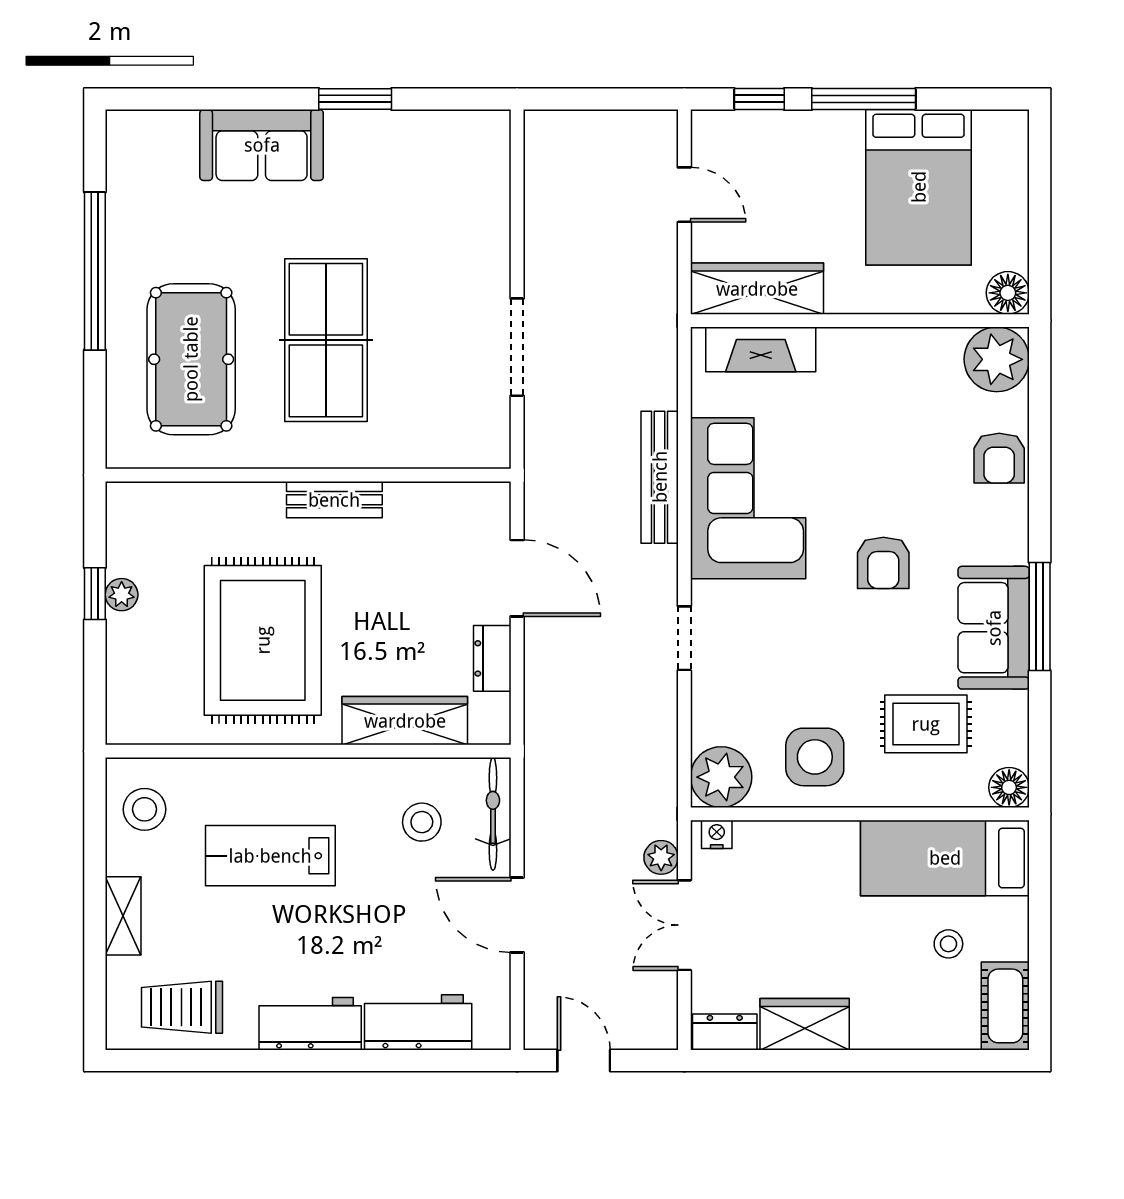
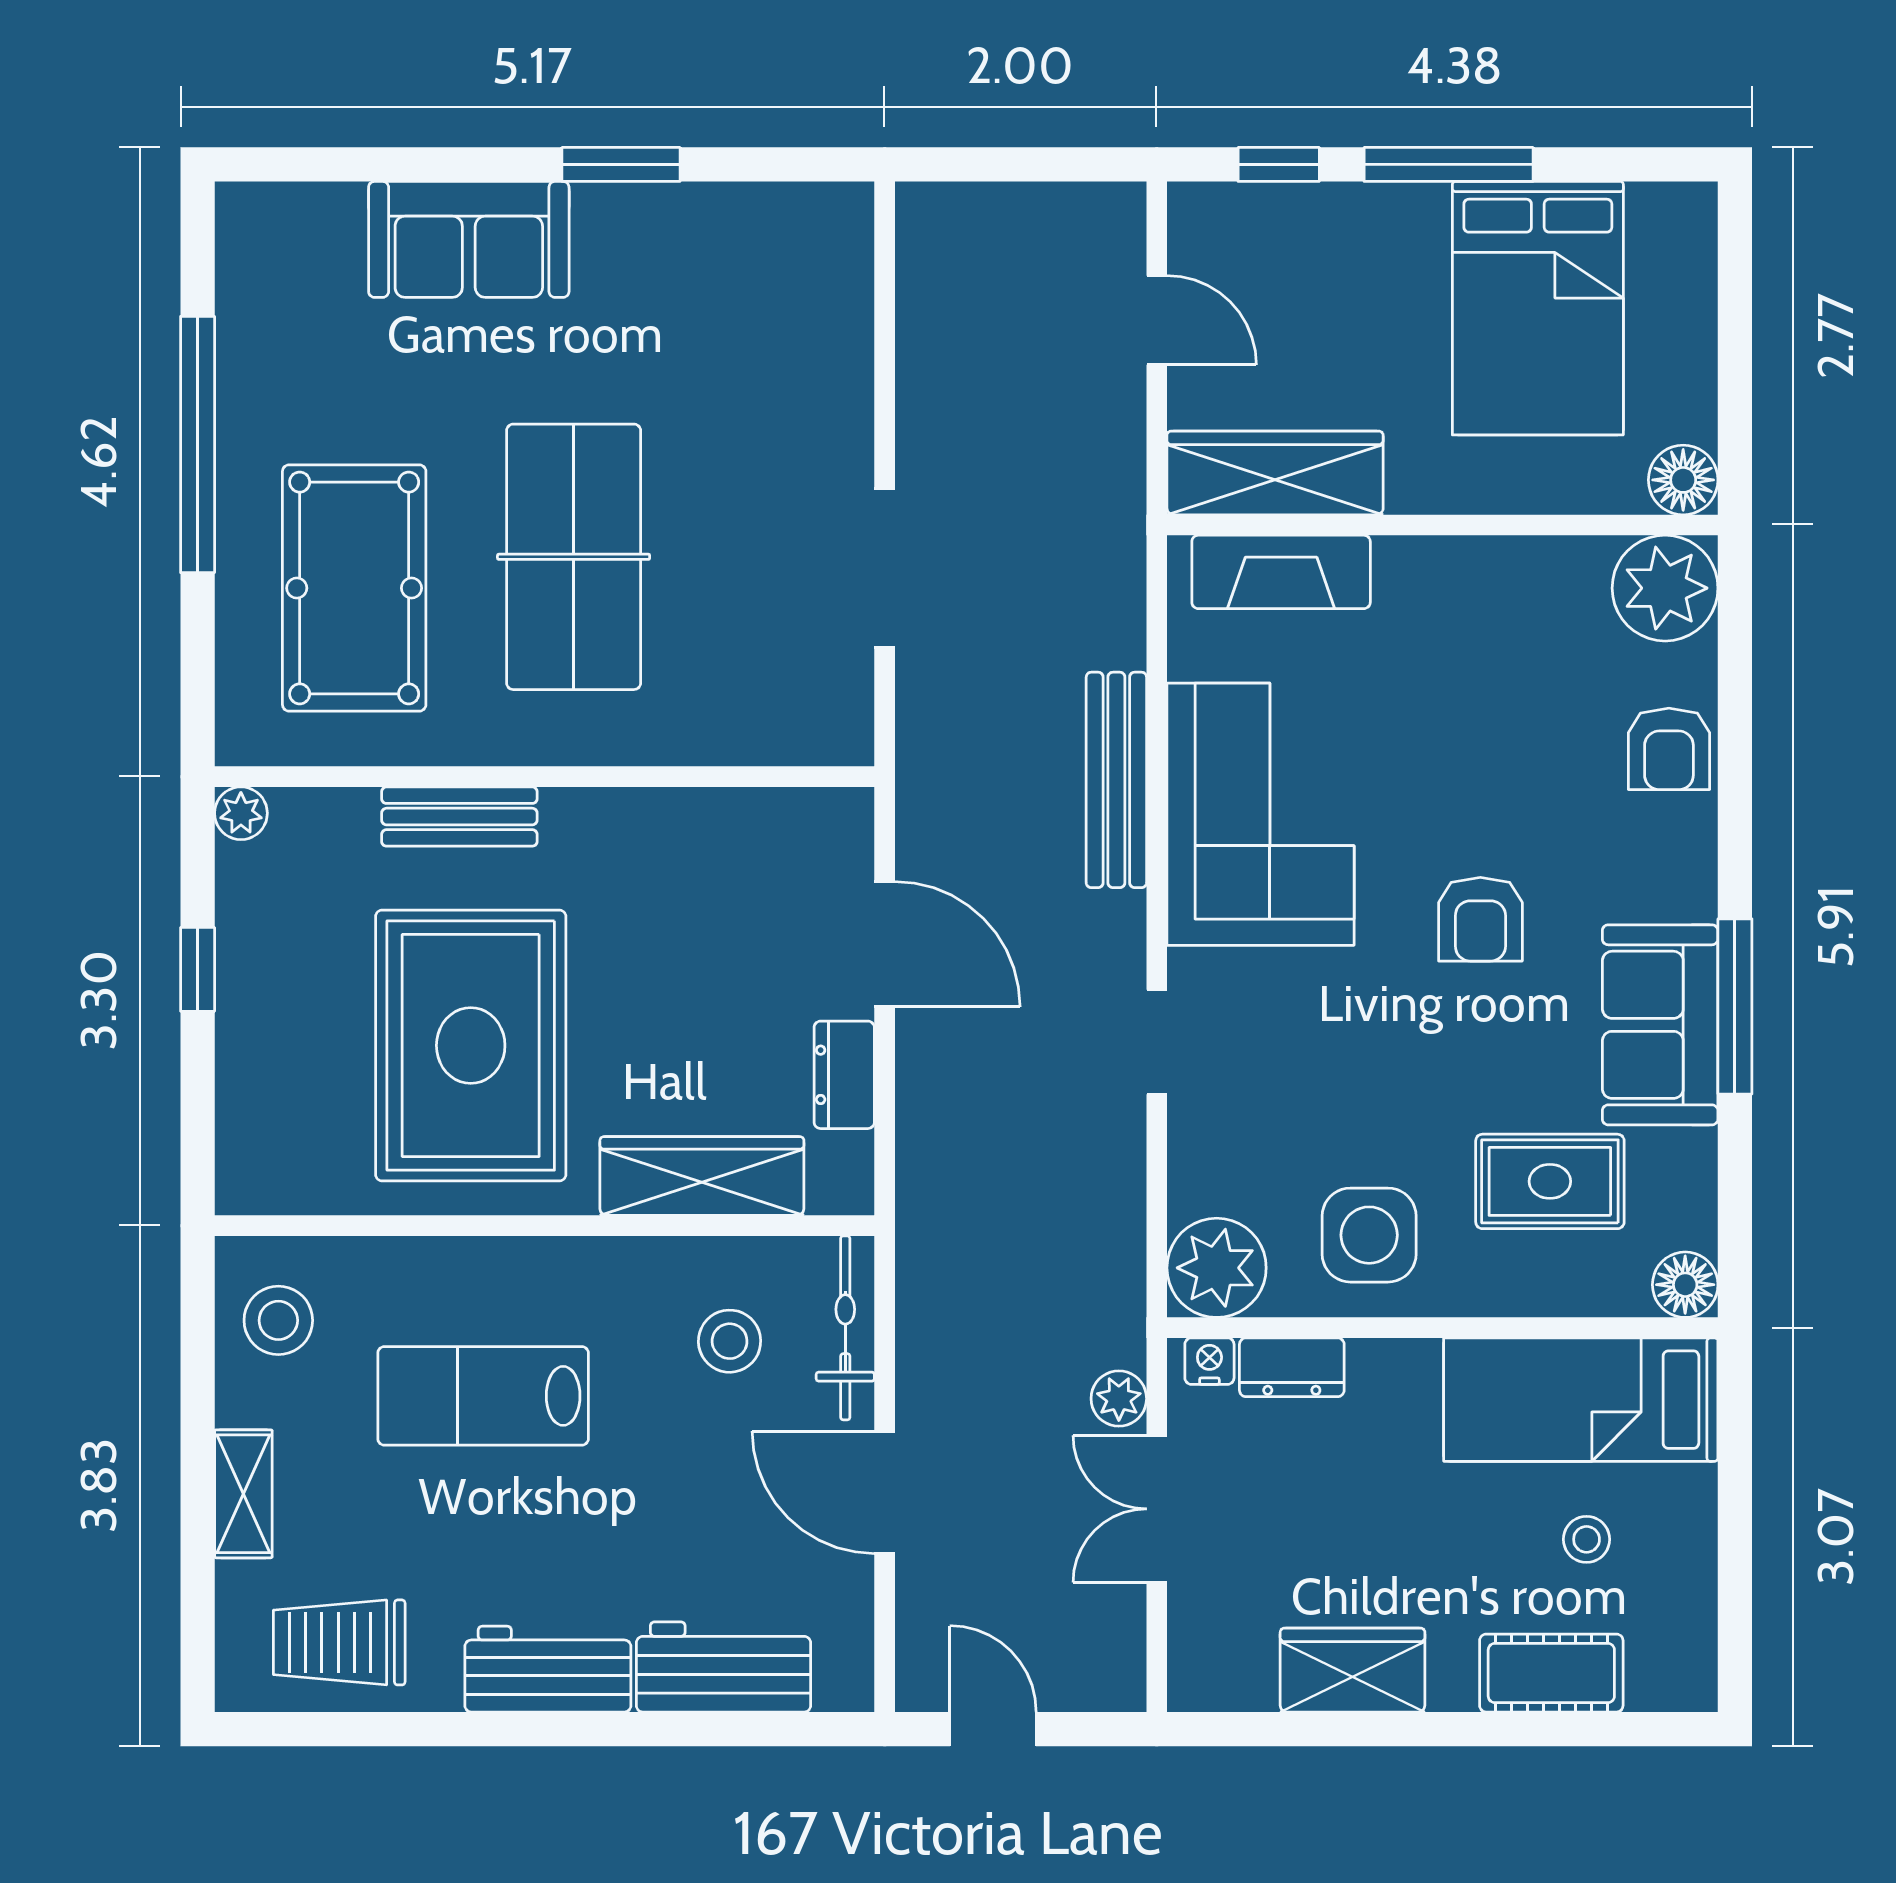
bench: (334, 500) -> (459, 817), moved
plant: (122, 595) -> (241, 813), moved
cot: (1005, 1006) -> (1551, 1673), moved, turned 90
dresser: (725, 1032) -> (1292, 1367), moved, turned 180

